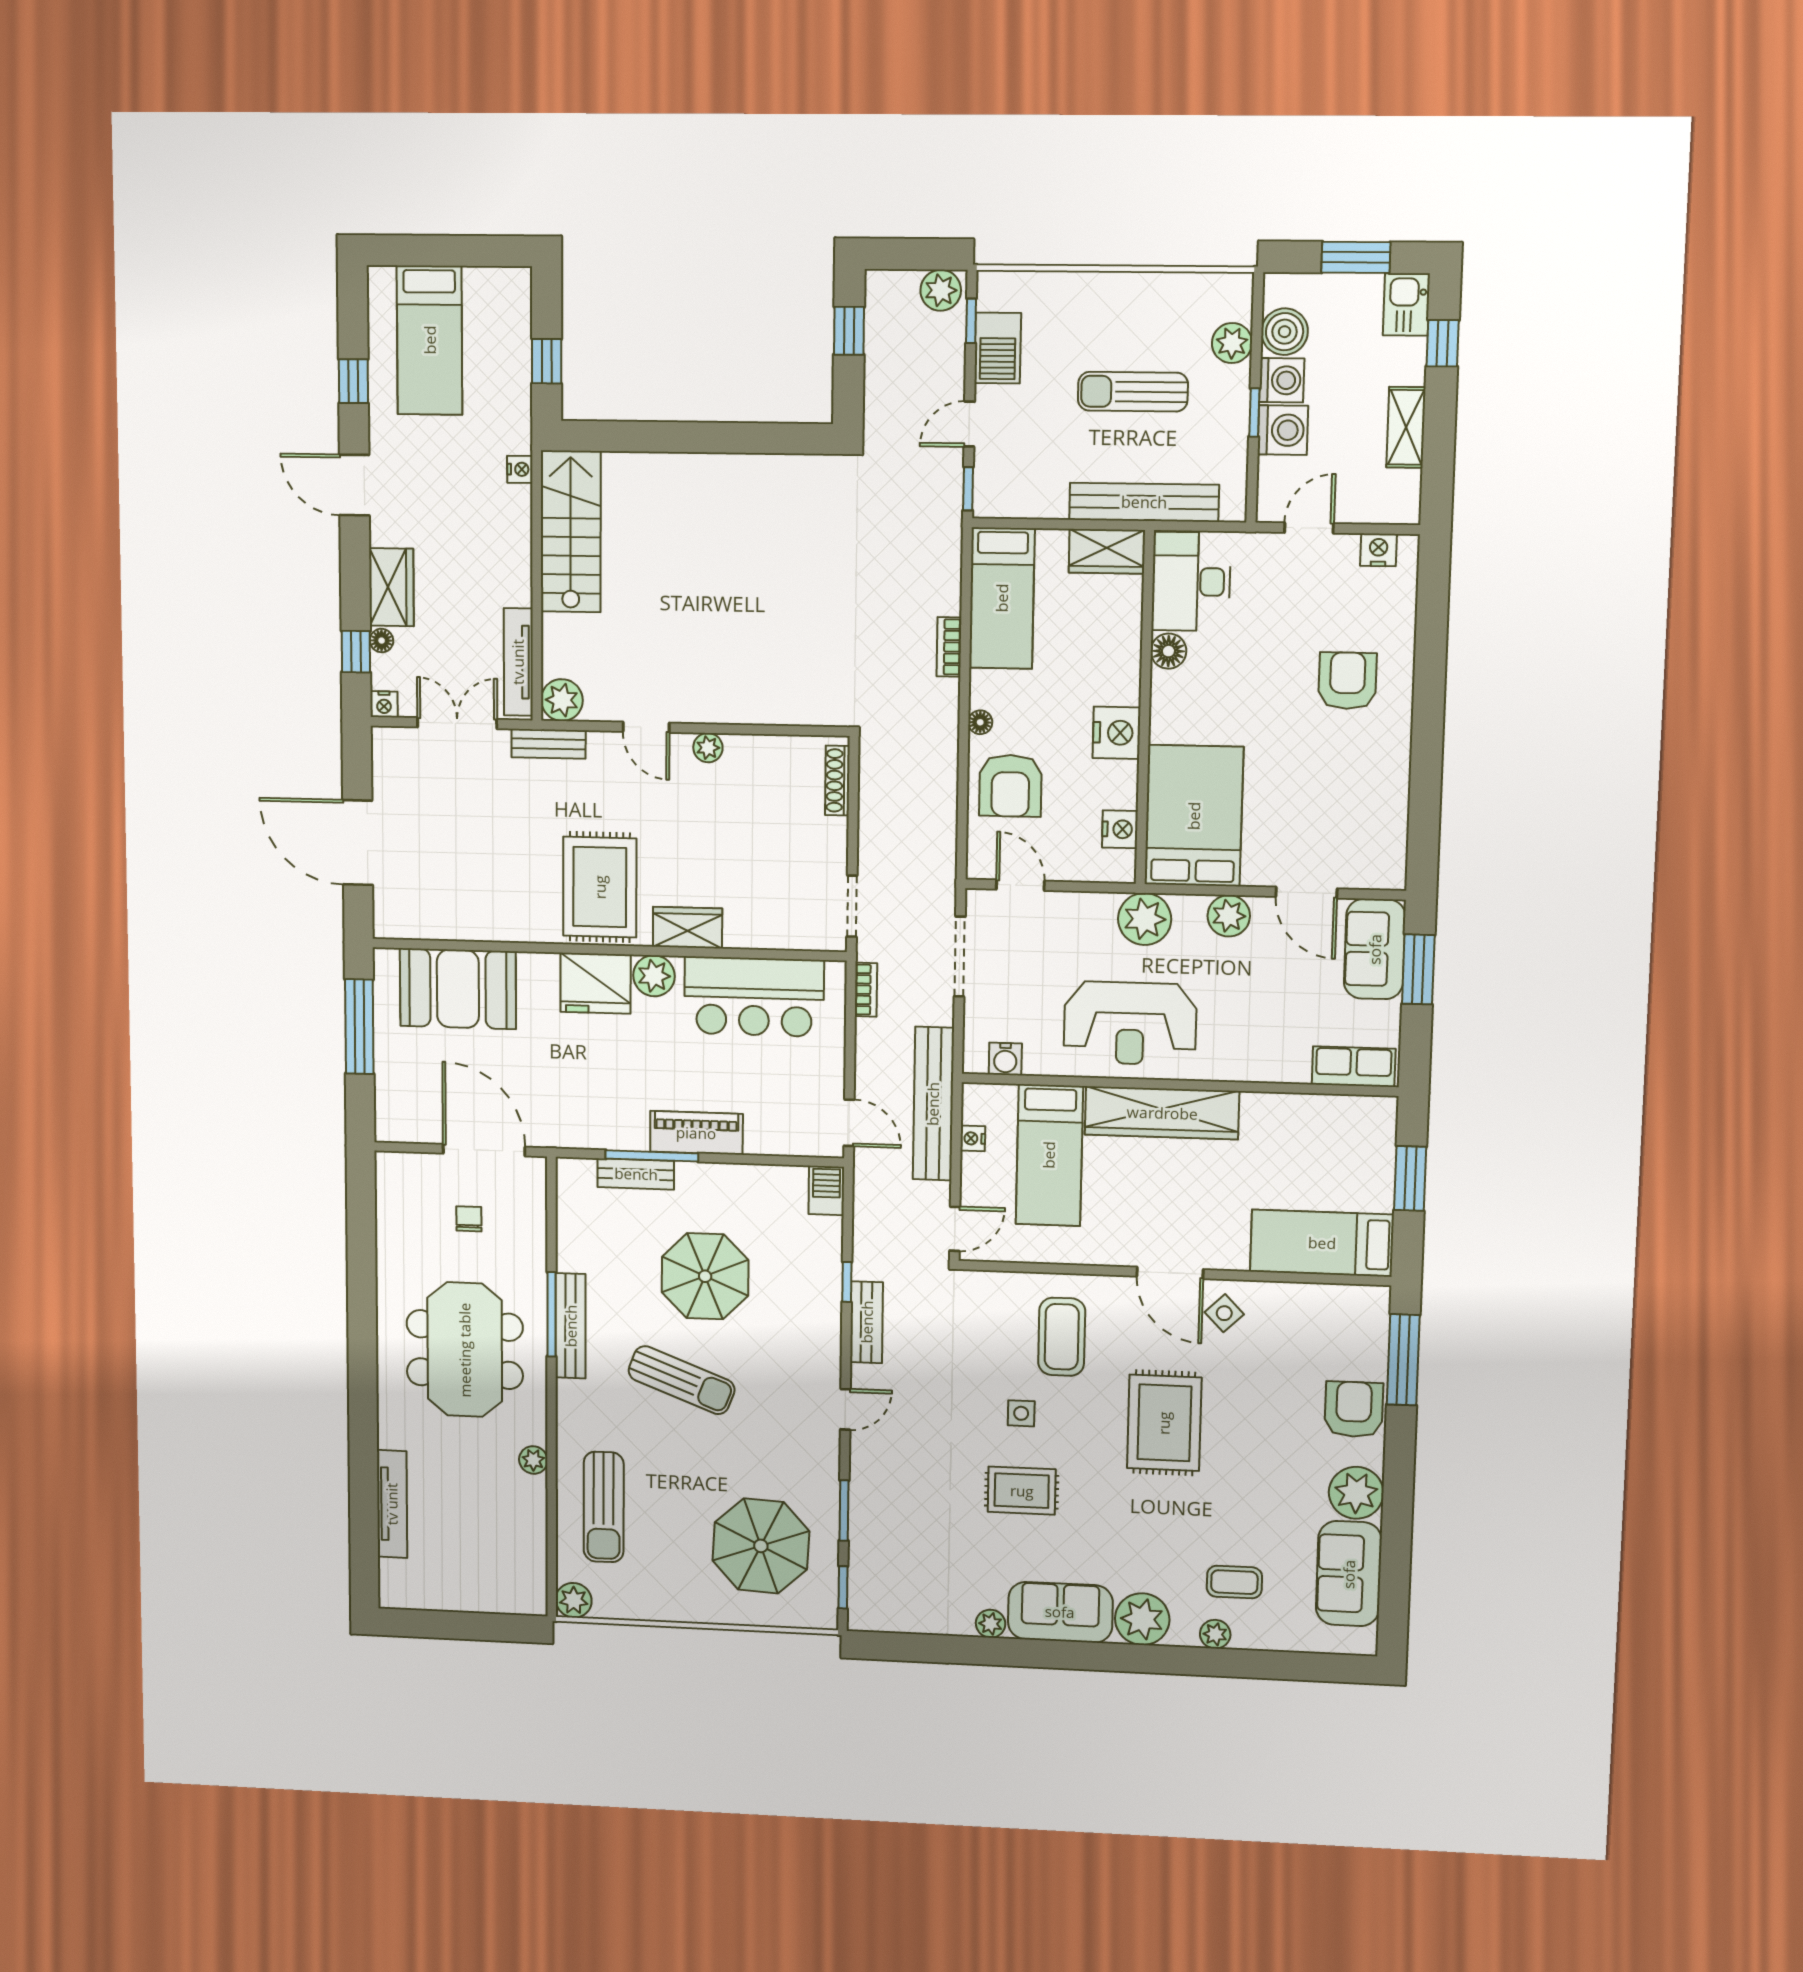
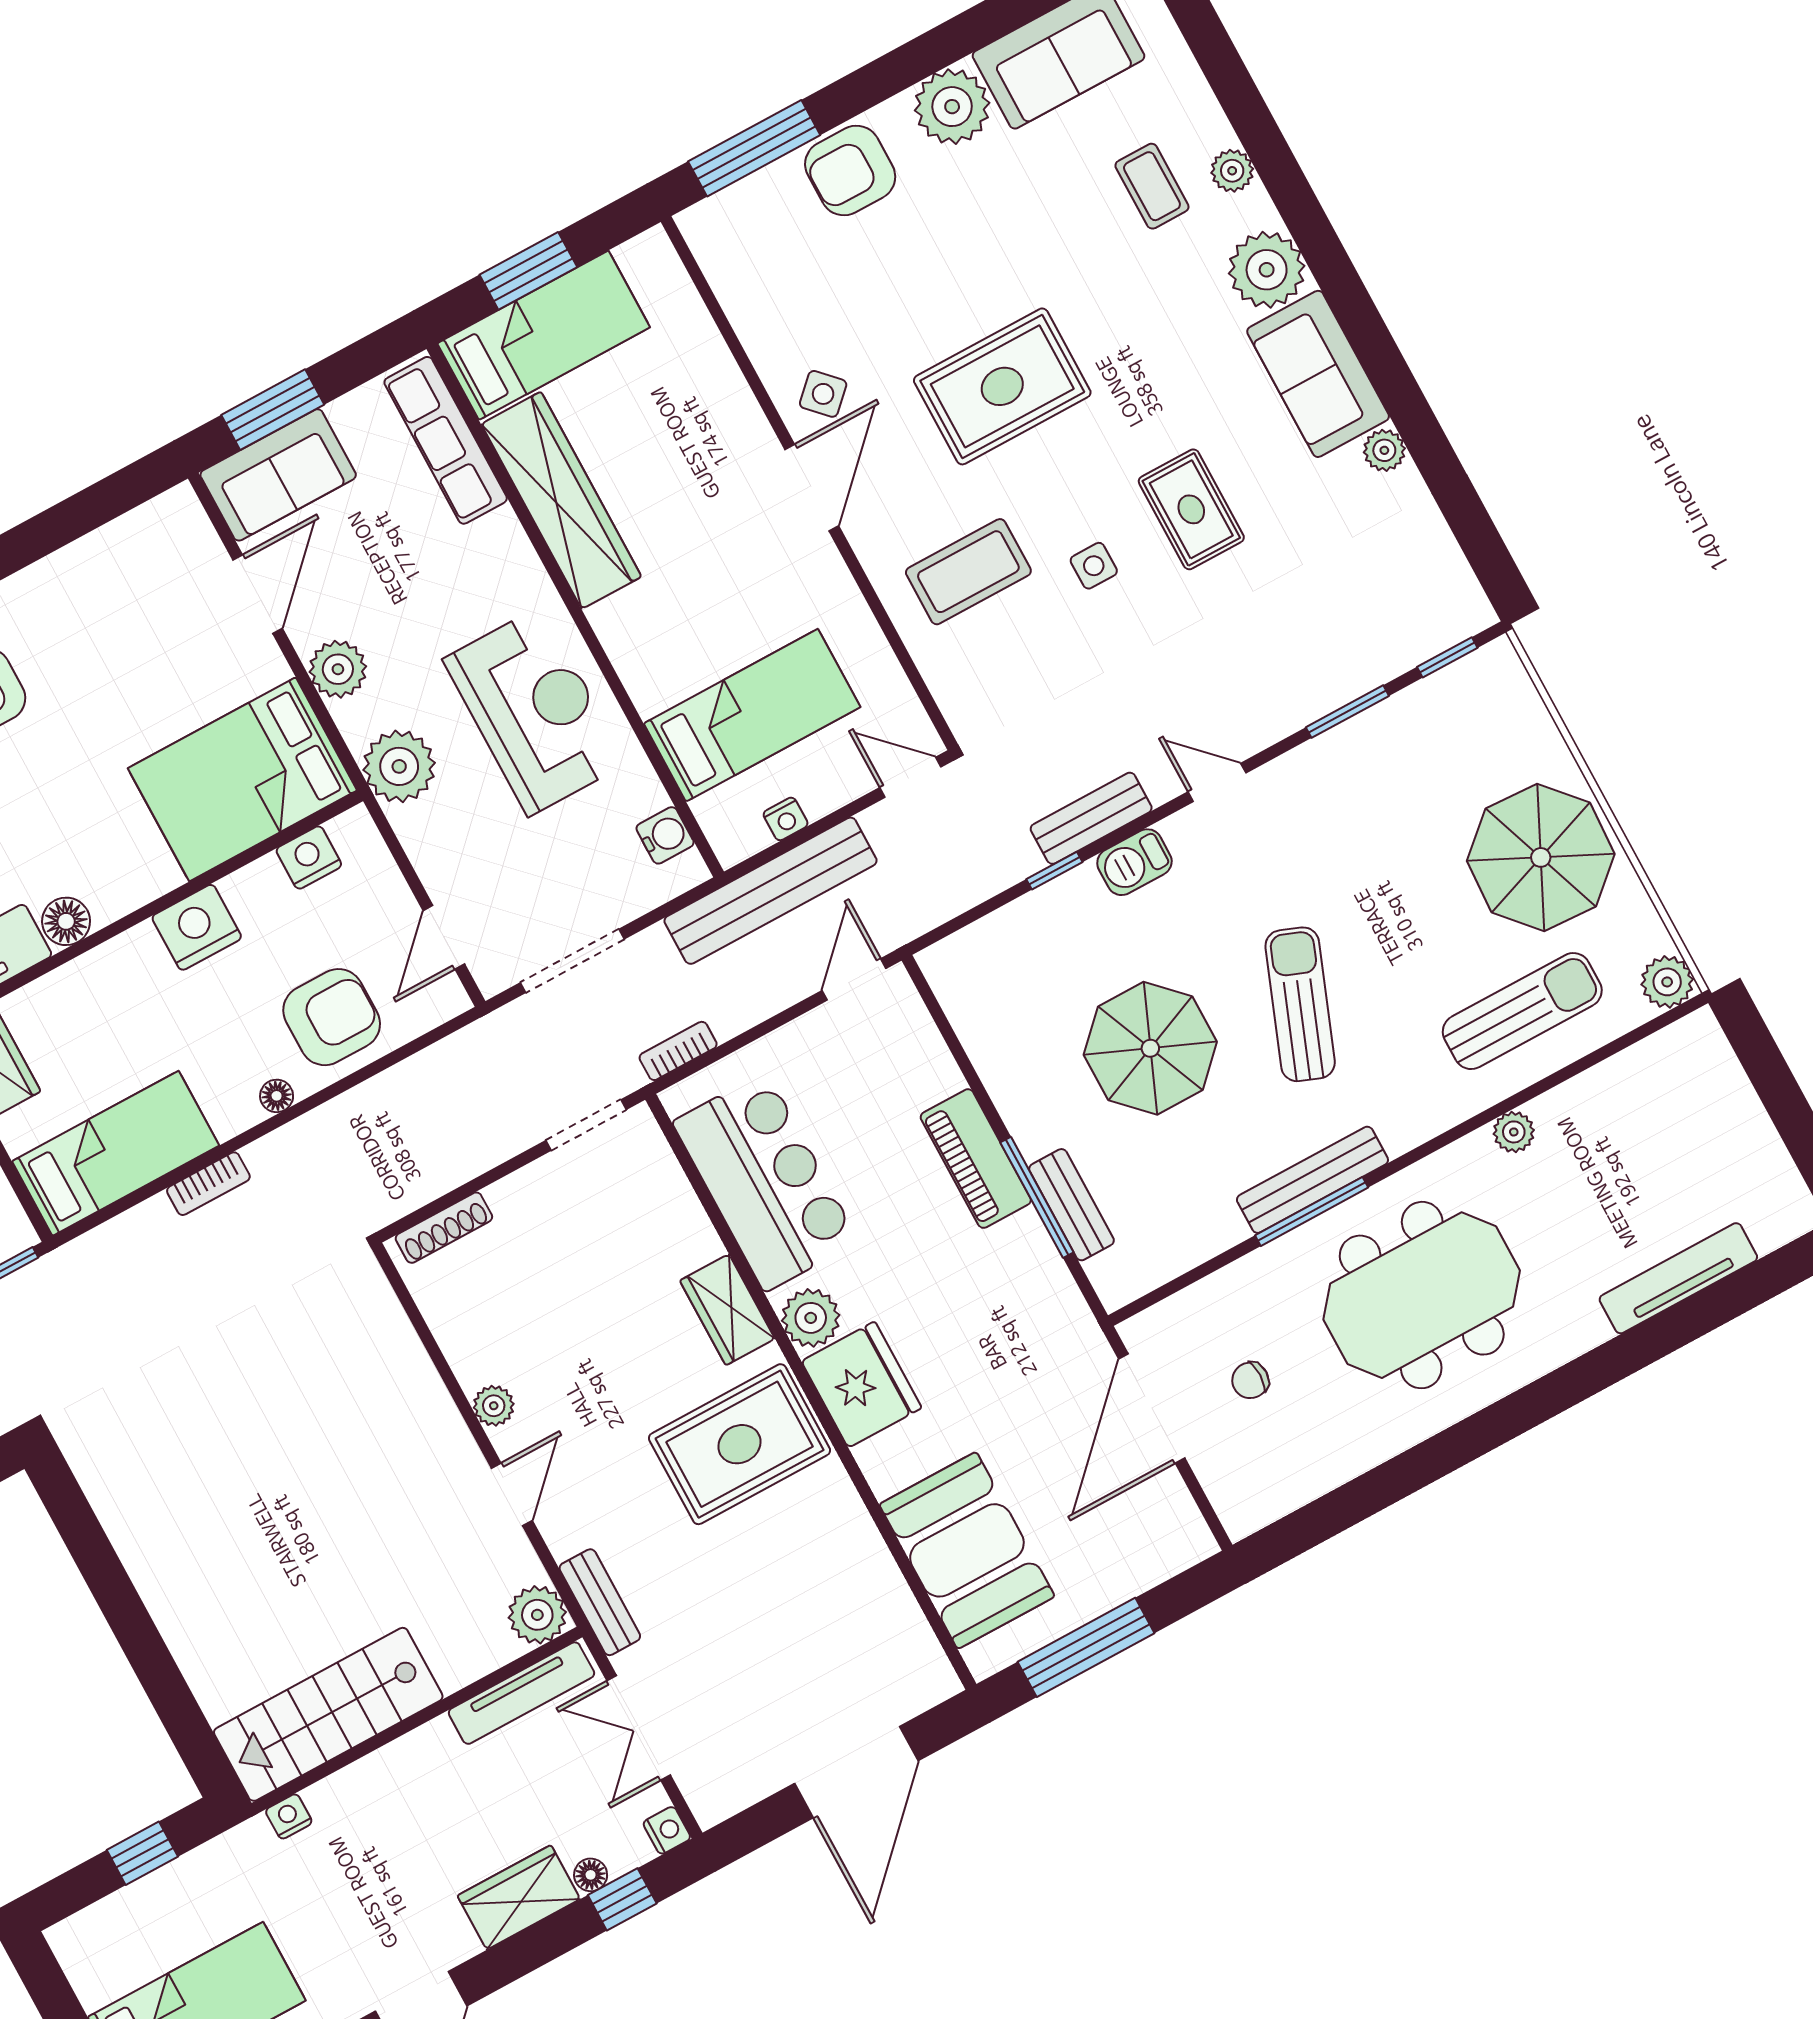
row of seats: (1354, 1067) -> (446, 440), width x1.48
wardrobe: (1162, 1113) -> (561, 500), moved
barbecue: (826, 1190) -> (1134, 862), moved
bed: (1322, 1243) -> (544, 335), moved, turned -90
parasol: (761, 1546) -> (1541, 857), moved

